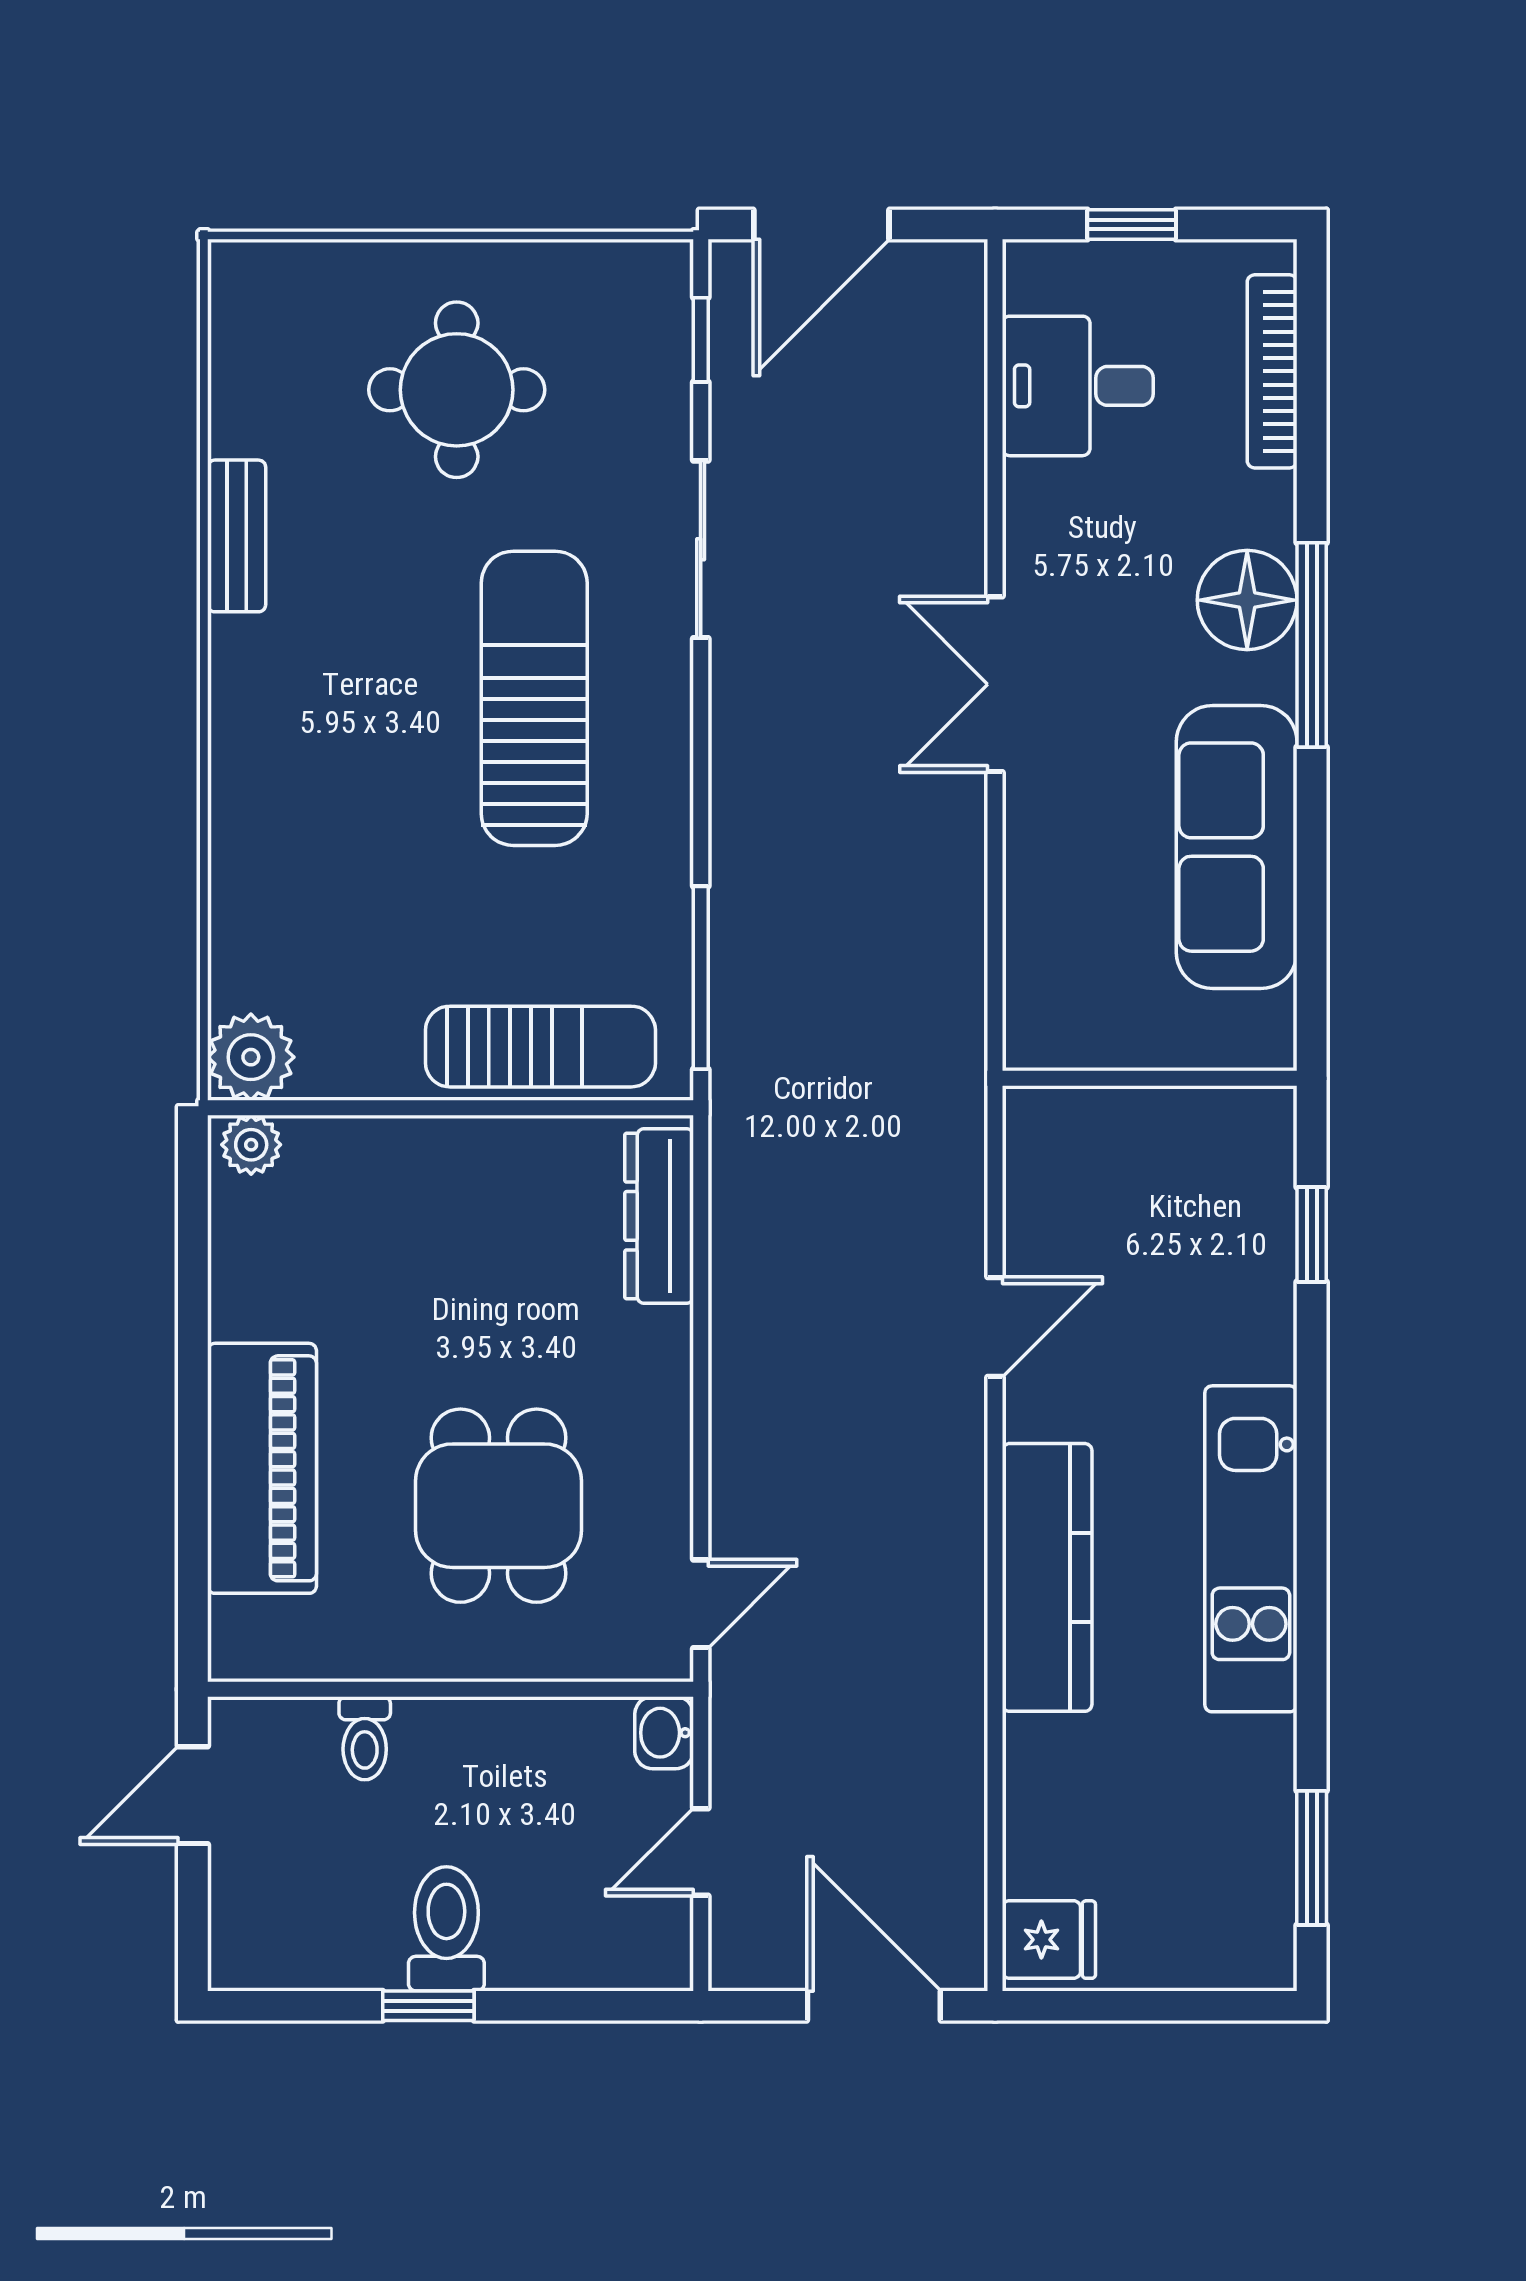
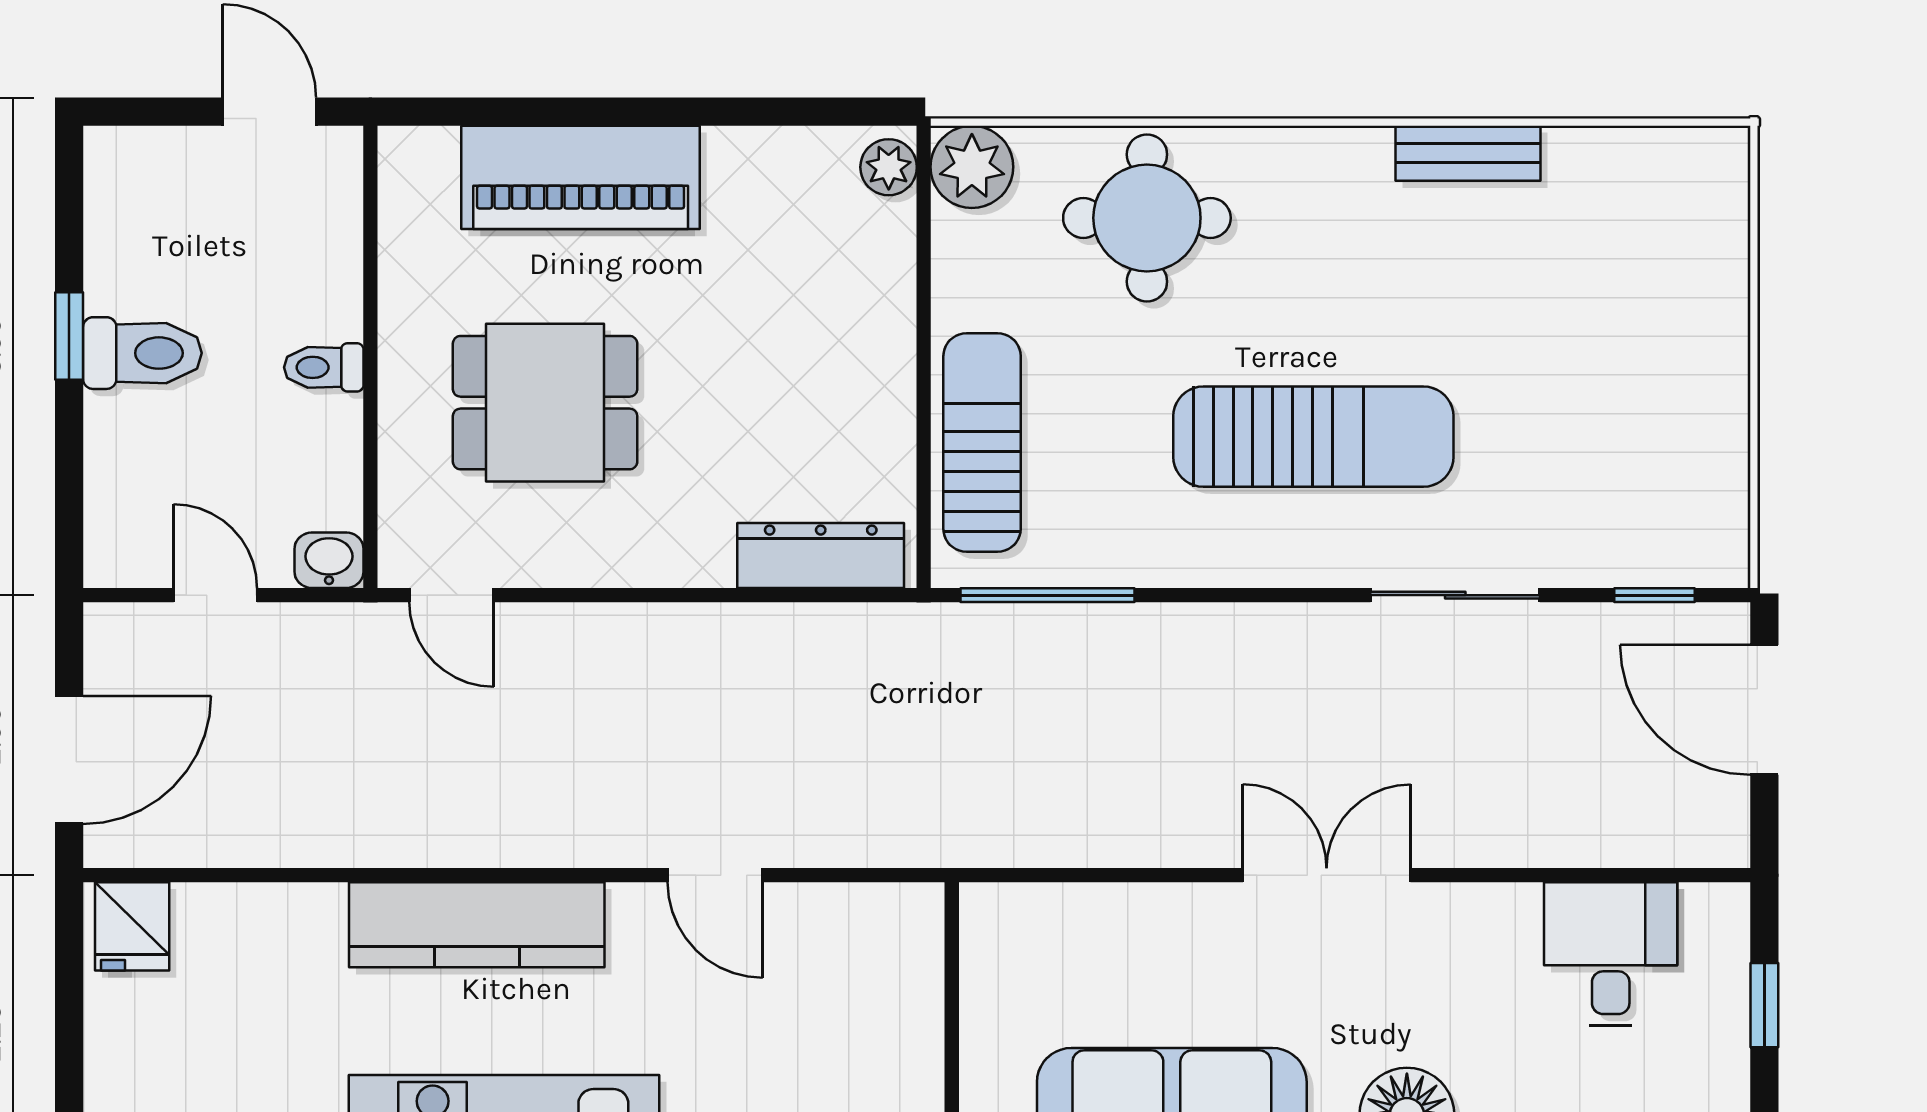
round table: (457, 390) -> (1147, 218), moved
sun lounger: (540, 1047) -> (982, 443), turned 180
toilet: (365, 1738) -> (324, 367), moved

